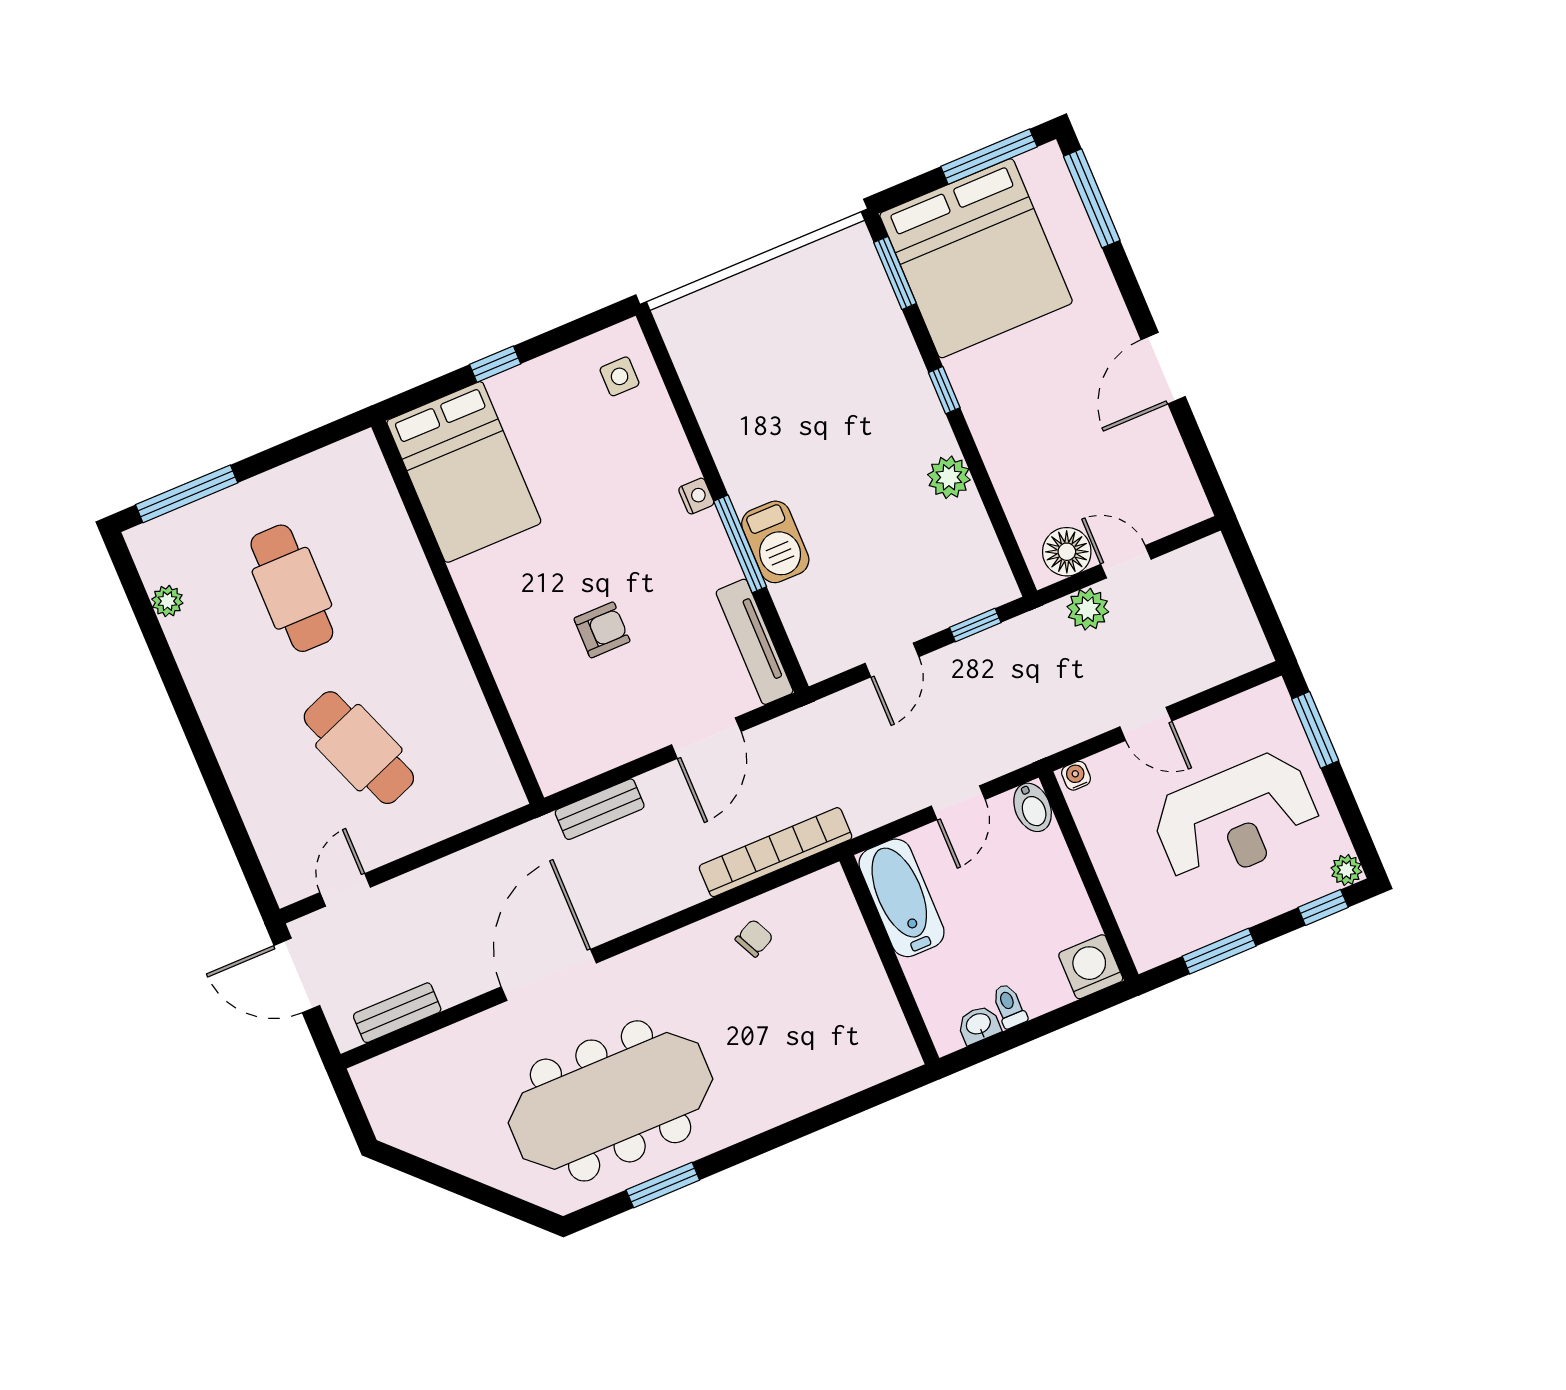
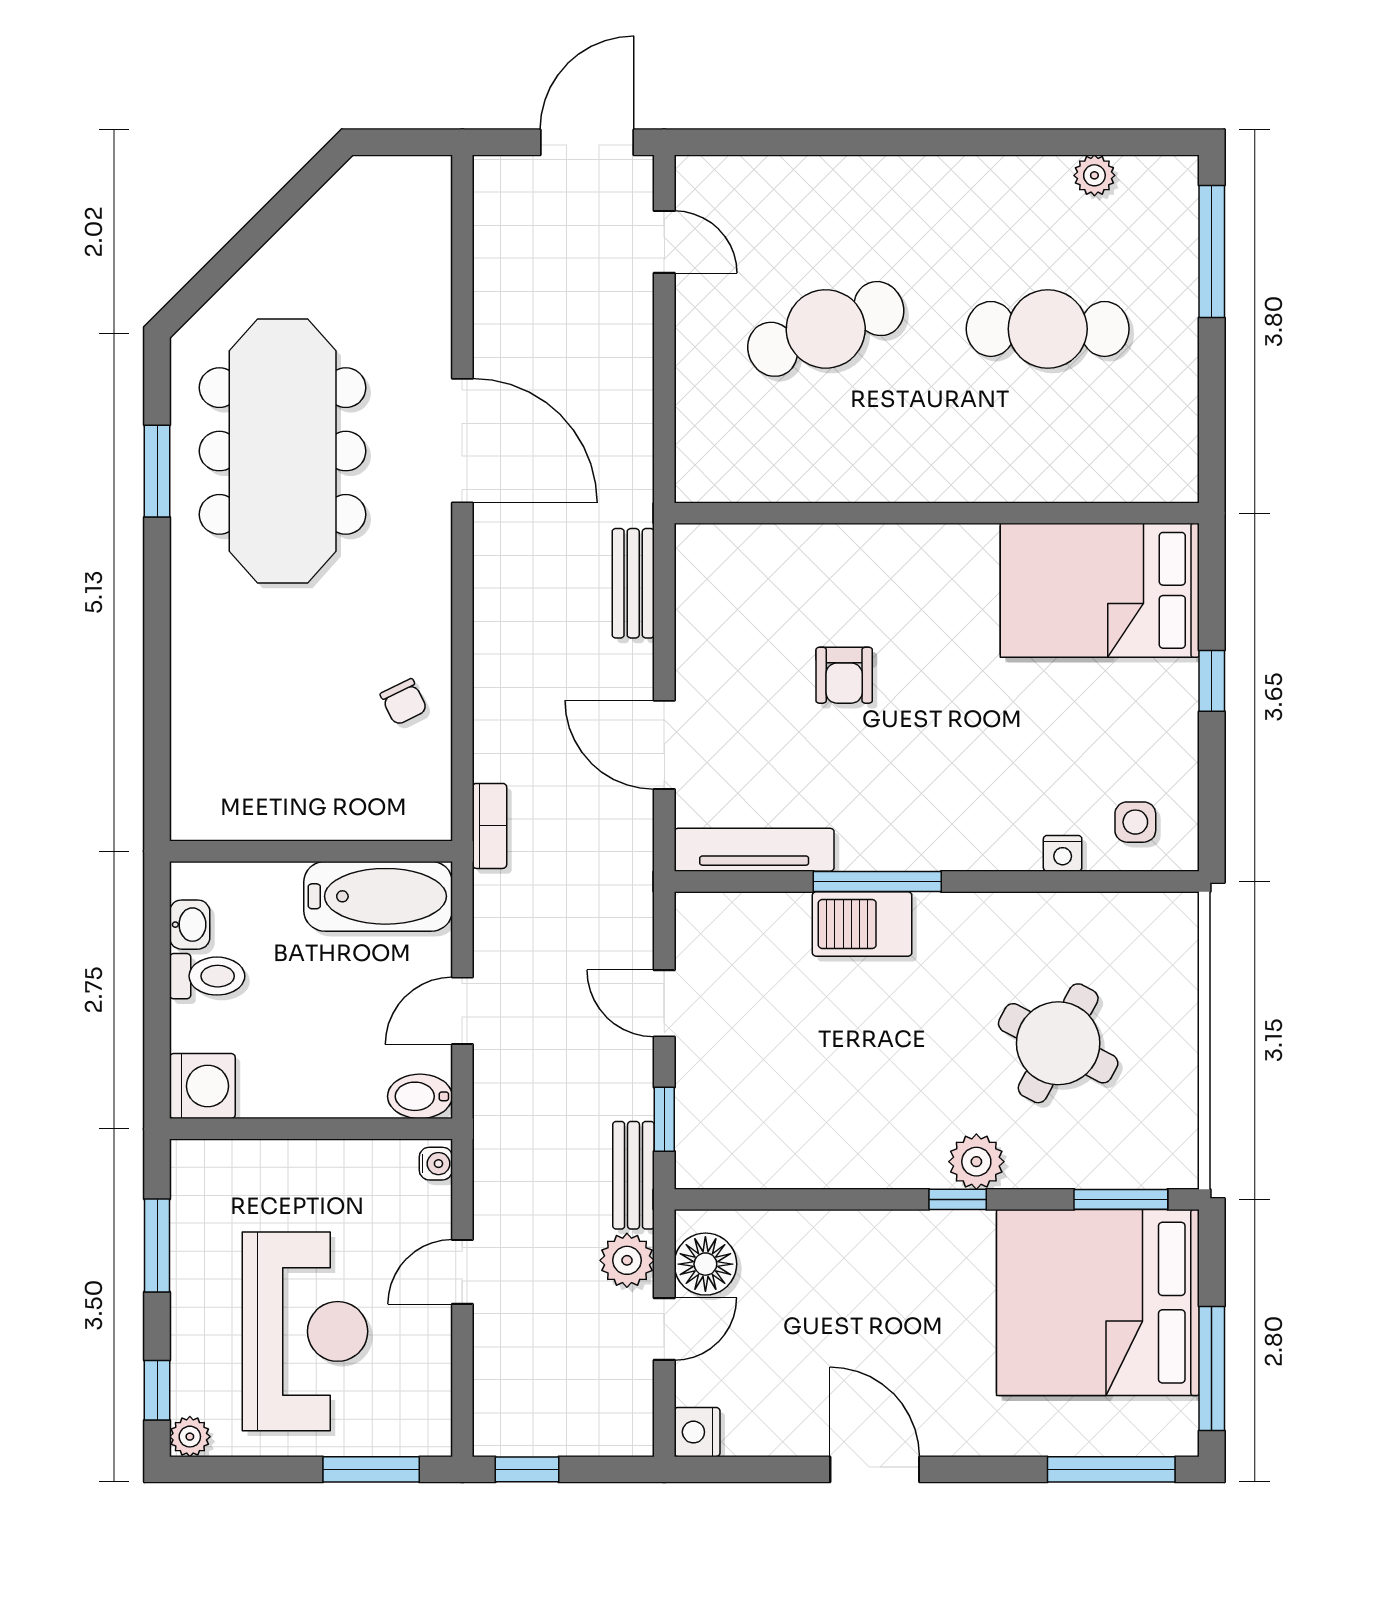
round table: (802, 365) -> (1058, 1043), added
plant: (949, 477) -> (976, 1162), moved
nightstand: (696, 496) -> (1063, 853), moved
nightstand: (1190, 507) -> (697, 1432), added
window: (1268, 618) -> (527, 1469), added
door: (958, 803) -> (462, 1011), hinge flipped
reception desk: (1236, 819) -> (305, 1331), turned 180
bookcase: (776, 852) -> (489, 826), width x0.43, depth x0.76
toilet: (1009, 1006) -> (207, 976), width x1.37, depth x1.39
bench: (397, 1013) -> (634, 1175), moved

